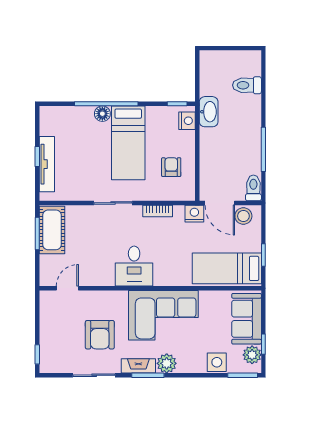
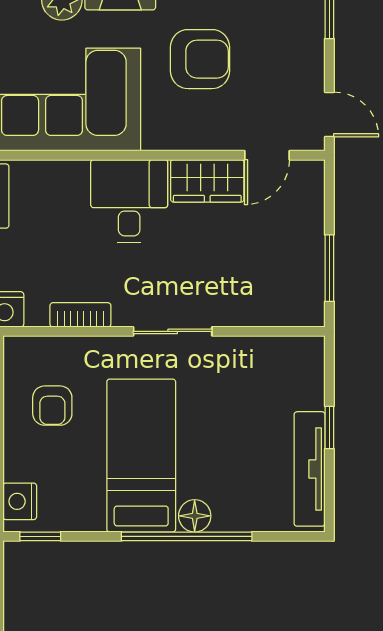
tv unit: (47, 164) -> (310, 469), moved
cot: (52, 230) -> (299, 276), removed
wardrobe: (96, 276) -> (207, 181), added
door: (37, 308) -> (329, 114), added
armchair: (100, 335) -> (200, 59), turned 90

